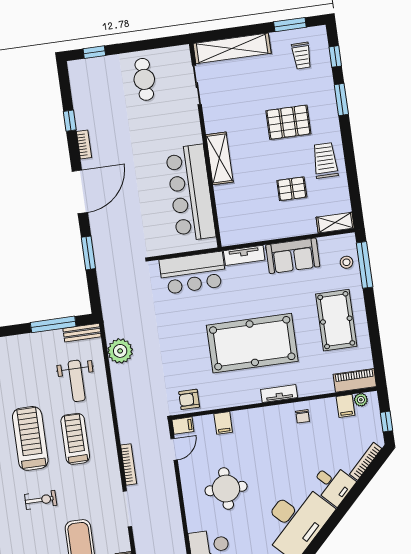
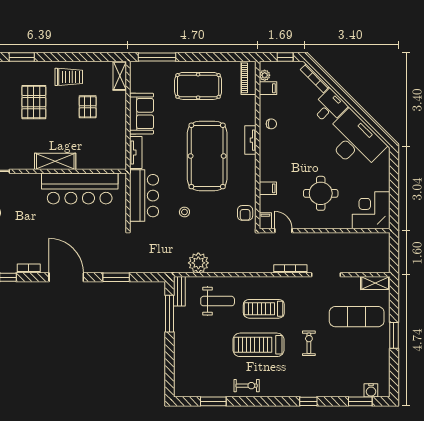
trolley: (325, 160) -> (69, 77), turned 180
stool: (346, 262) -> (184, 212), moved

